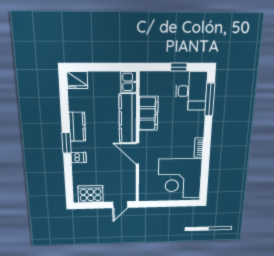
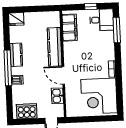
kitchen sink: (129, 82) -> (57, 96), moved
desk: (191, 91) -> (102, 20), width x0.73
filing cabinet: (148, 113) -> (70, 28), moved
window: (67, 143) -> (8, 68), width x2.11

